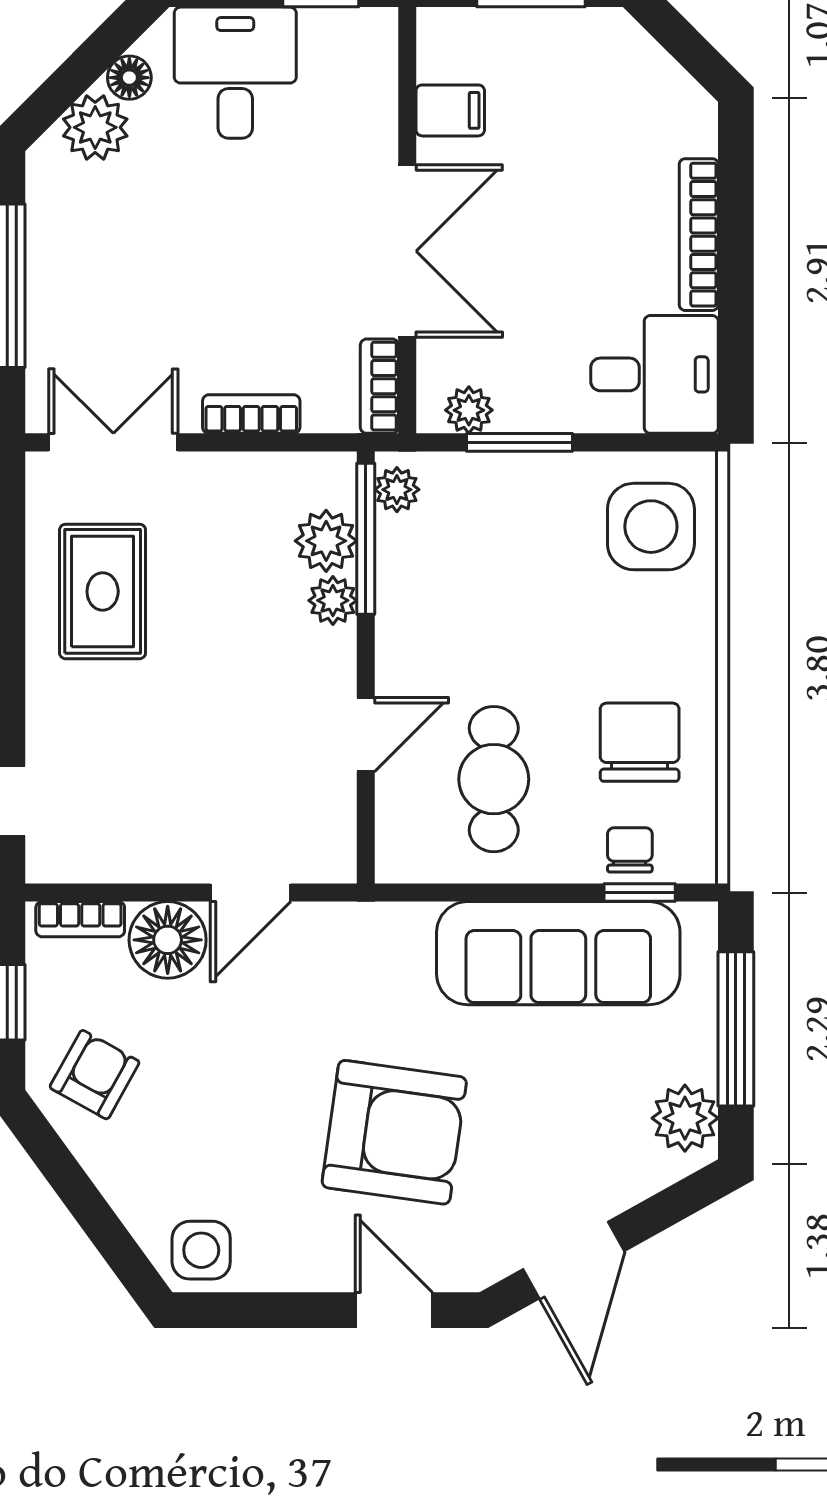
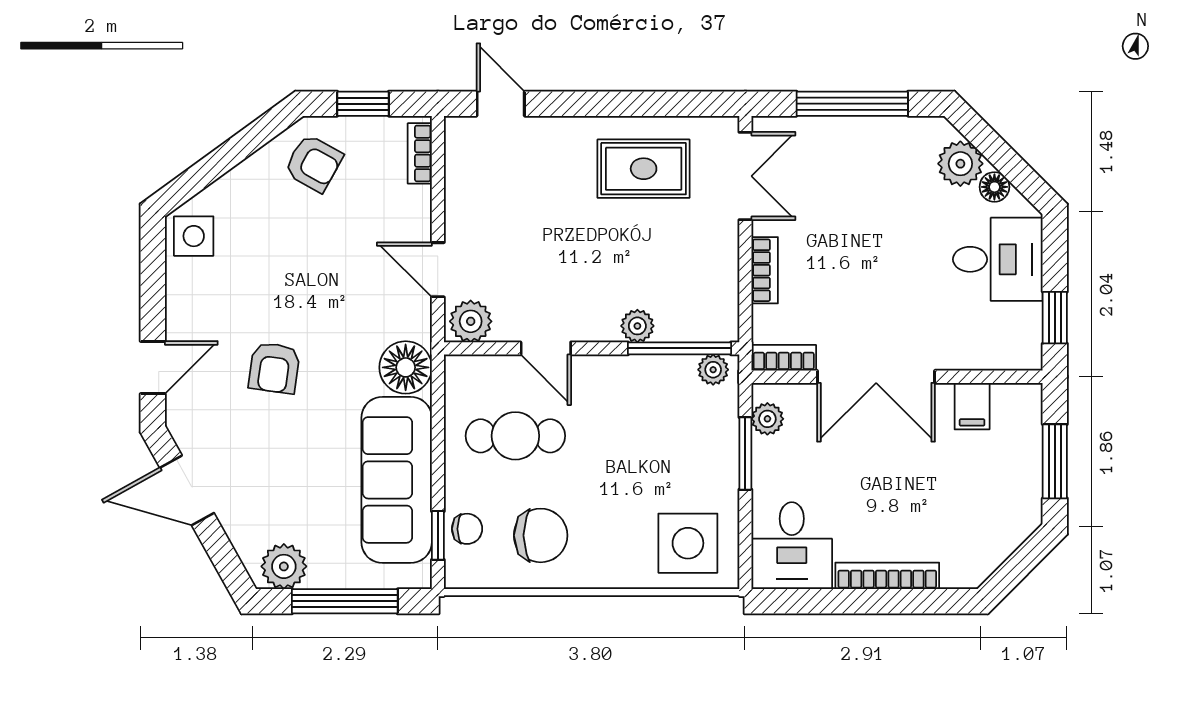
plant: (326, 541) -> (471, 321), moved
floor lamp: (168, 940) -> (406, 367), moved
armchair: (394, 1132) -> (274, 368), width x0.53, depth x0.53

